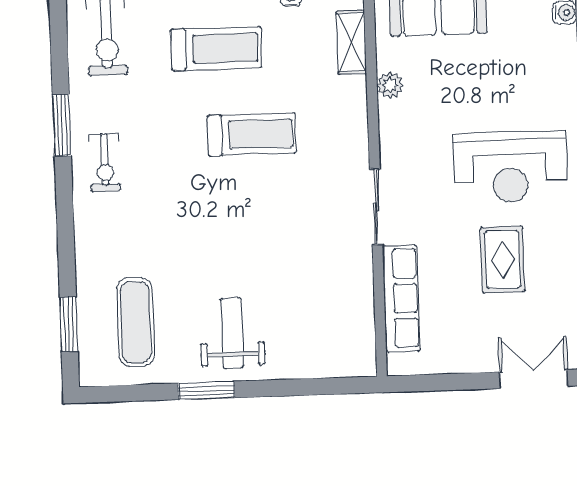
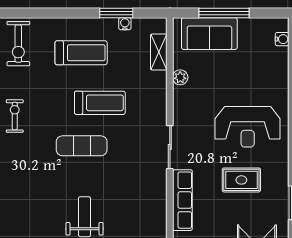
exercise bike: (105, 162) -> (15, 116), turned 180
rug: (503, 260) -> (241, 180), turned 90
exercise mat: (136, 322) -> (82, 146), moved, turned 90

